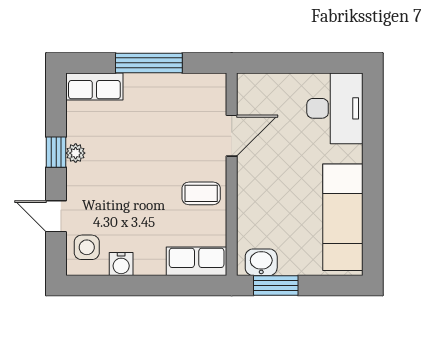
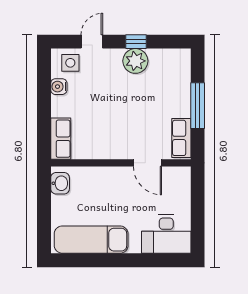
row of seats: (94, 86) -> (181, 138), moved
plant: (76, 153) -> (135, 61), width x1.87, depth x1.87
coffee table: (201, 193) -> (108, 142), removed
window: (276, 286) -> (44, 193), removed

